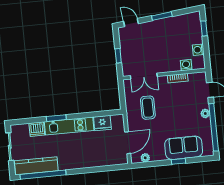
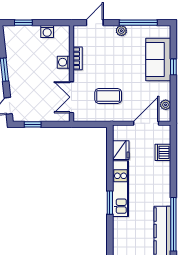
window: (118, 56) -> (33, 124), moved
washing machine: (186, 65) -> (64, 62), moved
double door: (144, 76) -> (71, 97), swing flipped
window: (214, 127) -> (138, 23), width x0.68
dishwasher: (37, 129) -> (163, 152), moved, turned 180
door: (128, 143) -> (146, 123), hinge flipped

